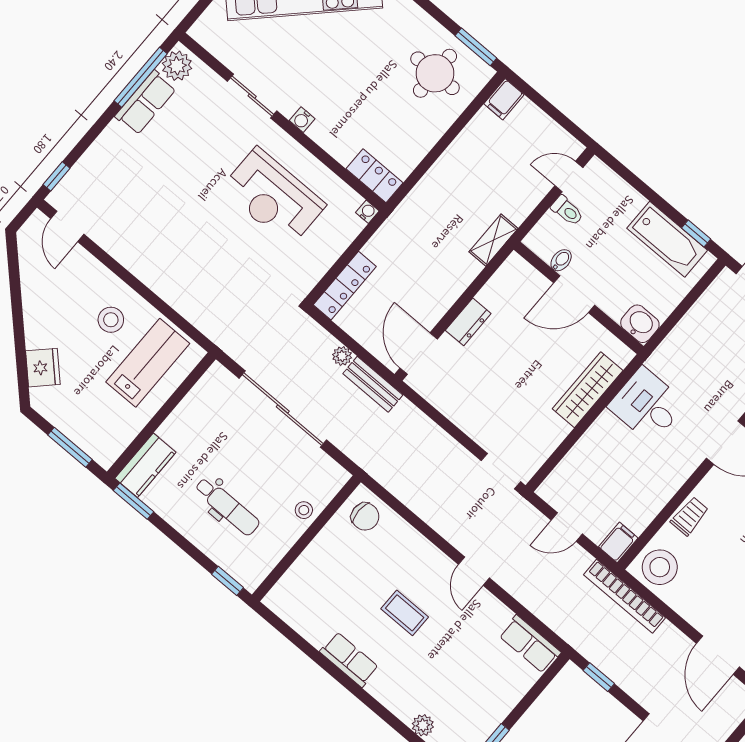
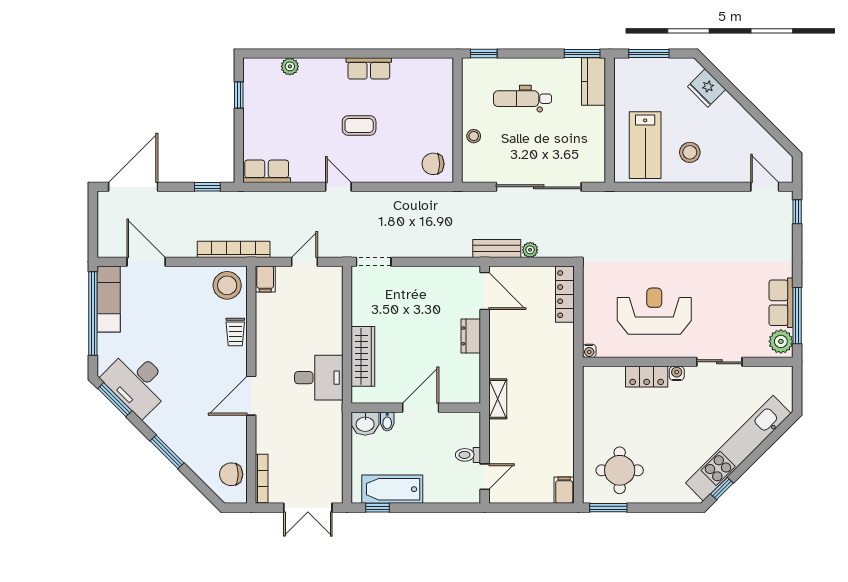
locker: (375, 176) -> (647, 377), moved
bidet: (561, 260) -> (387, 422), moved

